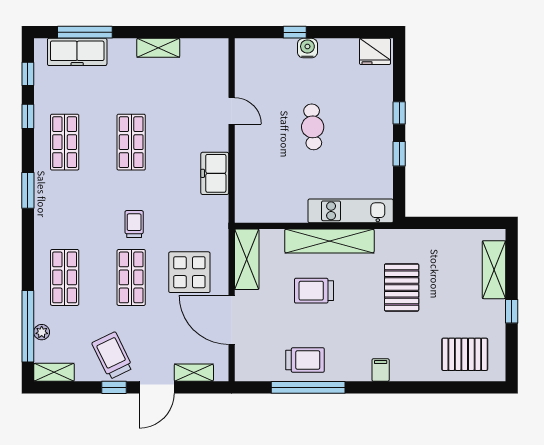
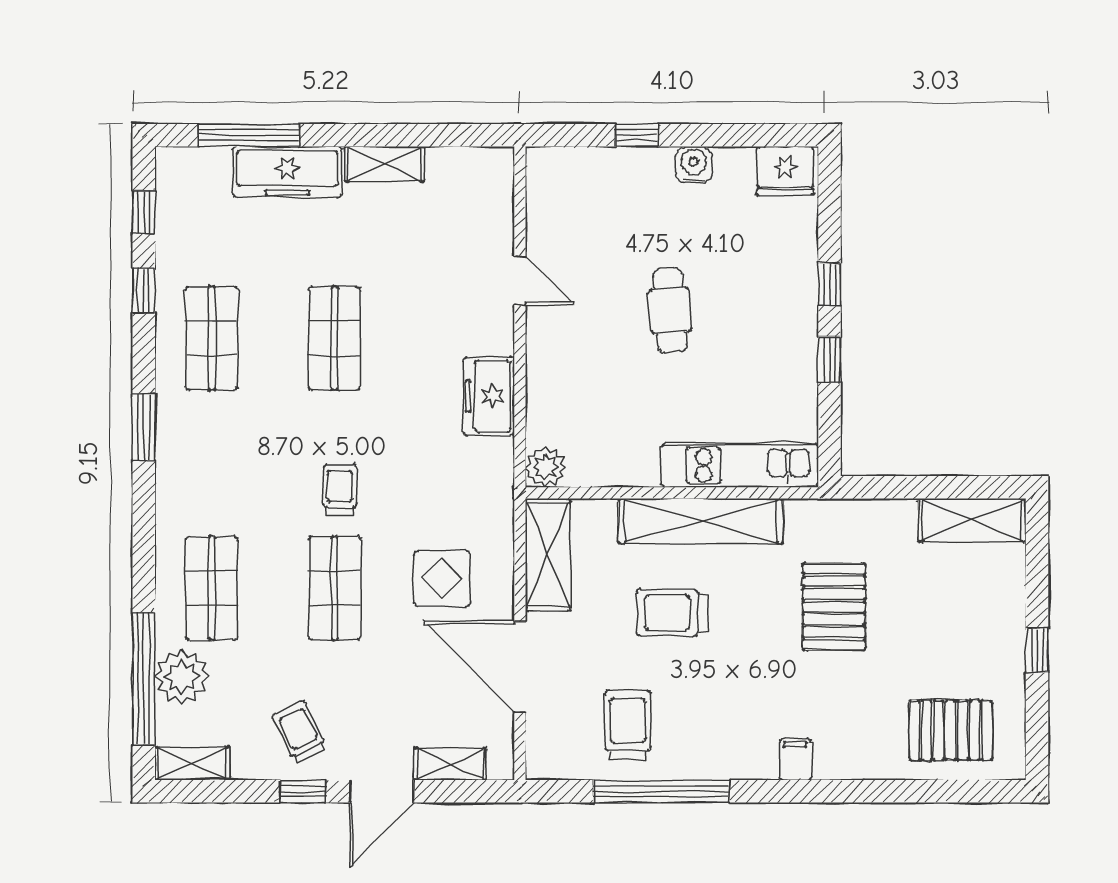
water cooler: (307, 48) -> (694, 165), moved
freezer: (77, 52) -> (287, 172), moved
plant: (246, 212) -> (546, 467), added
shelving: (494, 270) -> (972, 520), moved, turned 90
display table: (189, 272) -> (442, 579), width x0.73, depth x0.73
plant: (42, 332) -> (182, 677), width x1.88, depth x1.88
trolley: (112, 355) -> (300, 732), width x0.73, depth x0.72
trolley: (305, 360) -> (628, 725), moved, turned -90

